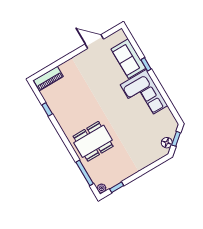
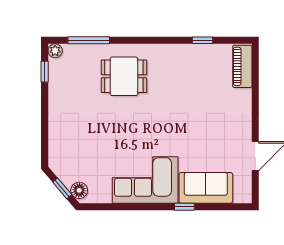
dining table: (93, 141) -> (124, 76), width x0.73
floor lamp: (167, 143) -> (79, 190), moved

